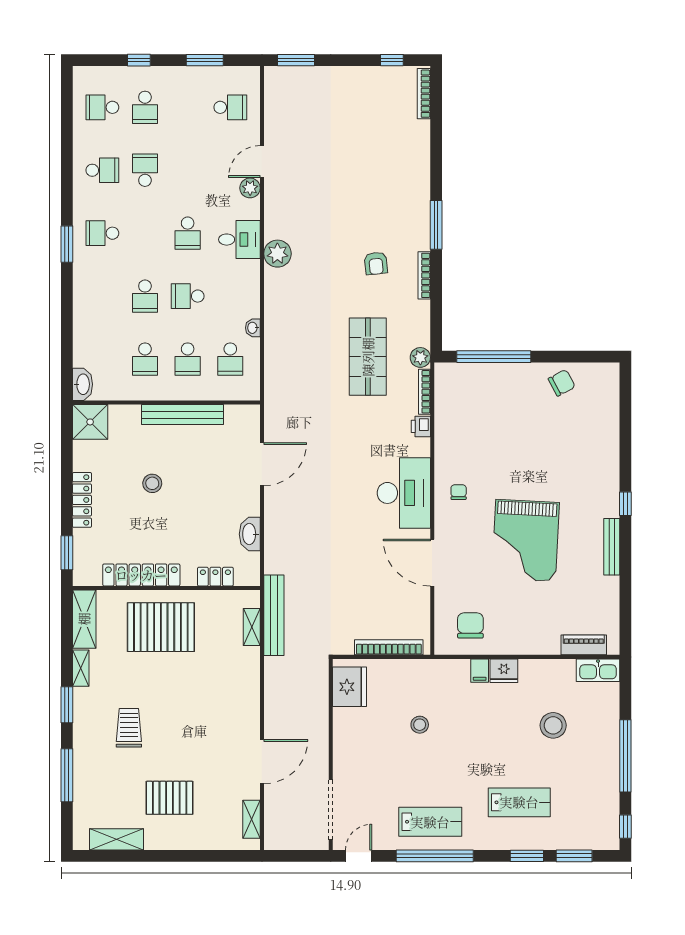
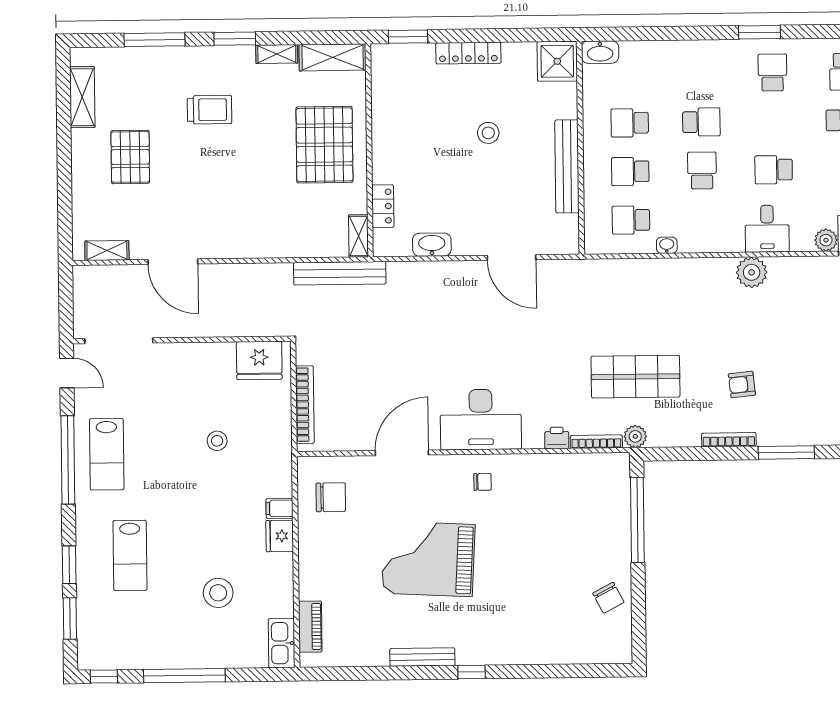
school desk: (145, 296) -> (701, 122), turned 180
locker: (141, 575) -> (384, 122), removed
shelving: (252, 627) -> (358, 236), moved, turned 90

